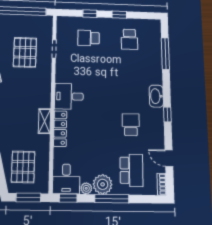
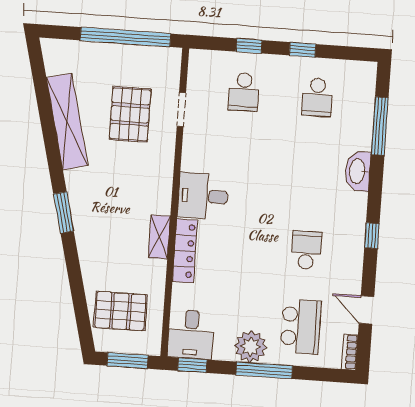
school desk: (89, 38) -> (244, 92), turned -90
washbasin: (156, 96) -> (358, 171), moved
pallet: (23, 167) -> (120, 311), turned 90
plant: (86, 188) -> (223, 351), removed

